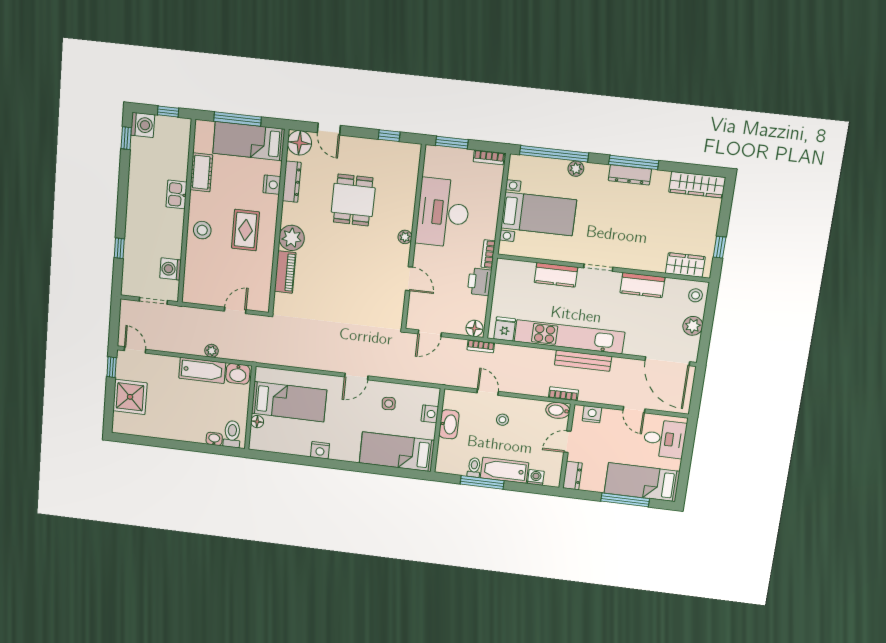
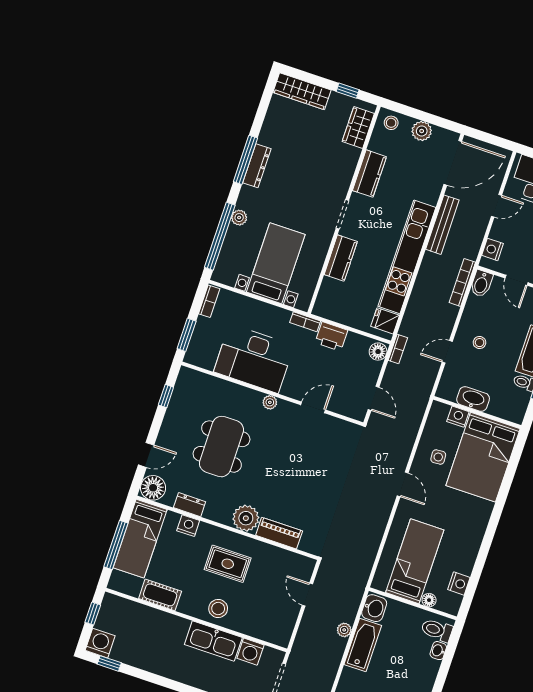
dresser: (292, 182) -> (190, 505), width x0.70
wardrobe: (697, 185) -> (302, 91), moved, turned 90
kitchen sink: (176, 195) -> (213, 641), moved, width x1.88, depth x1.24
dining table: (353, 200) -> (221, 447), width x1.38
bench: (583, 361) -> (442, 225), moved
bookcase: (563, 394) -> (462, 282), width x1.56
nightstand: (320, 450) -> (459, 583), moved
bed: (397, 452) -> (483, 457), width x1.50

